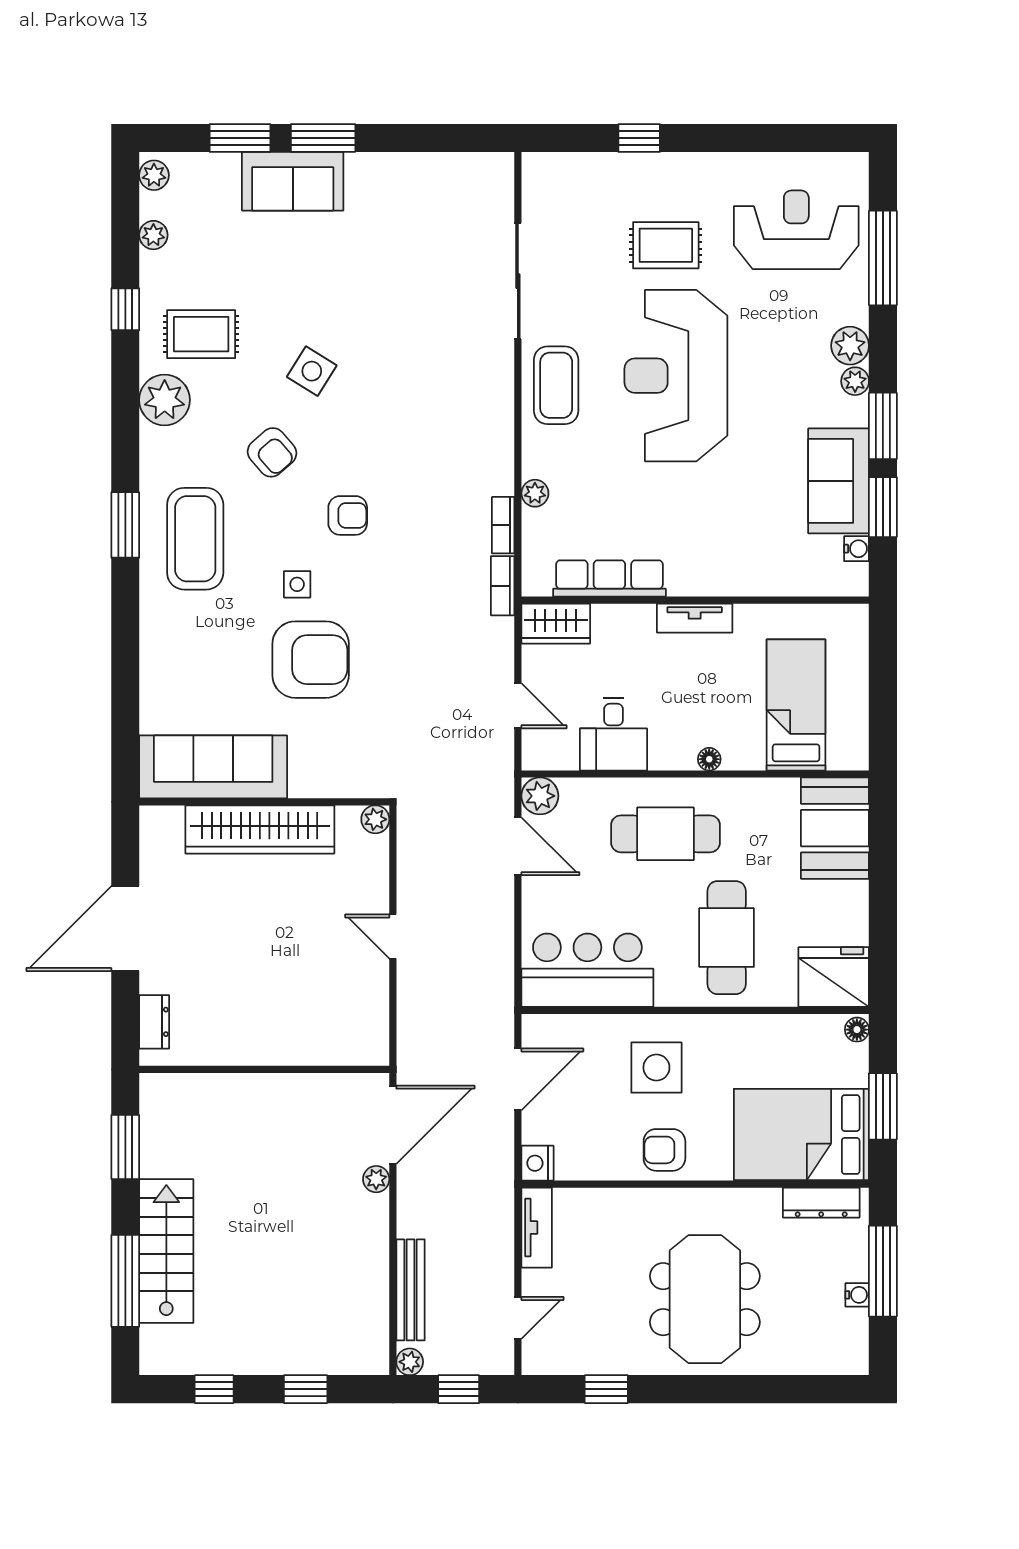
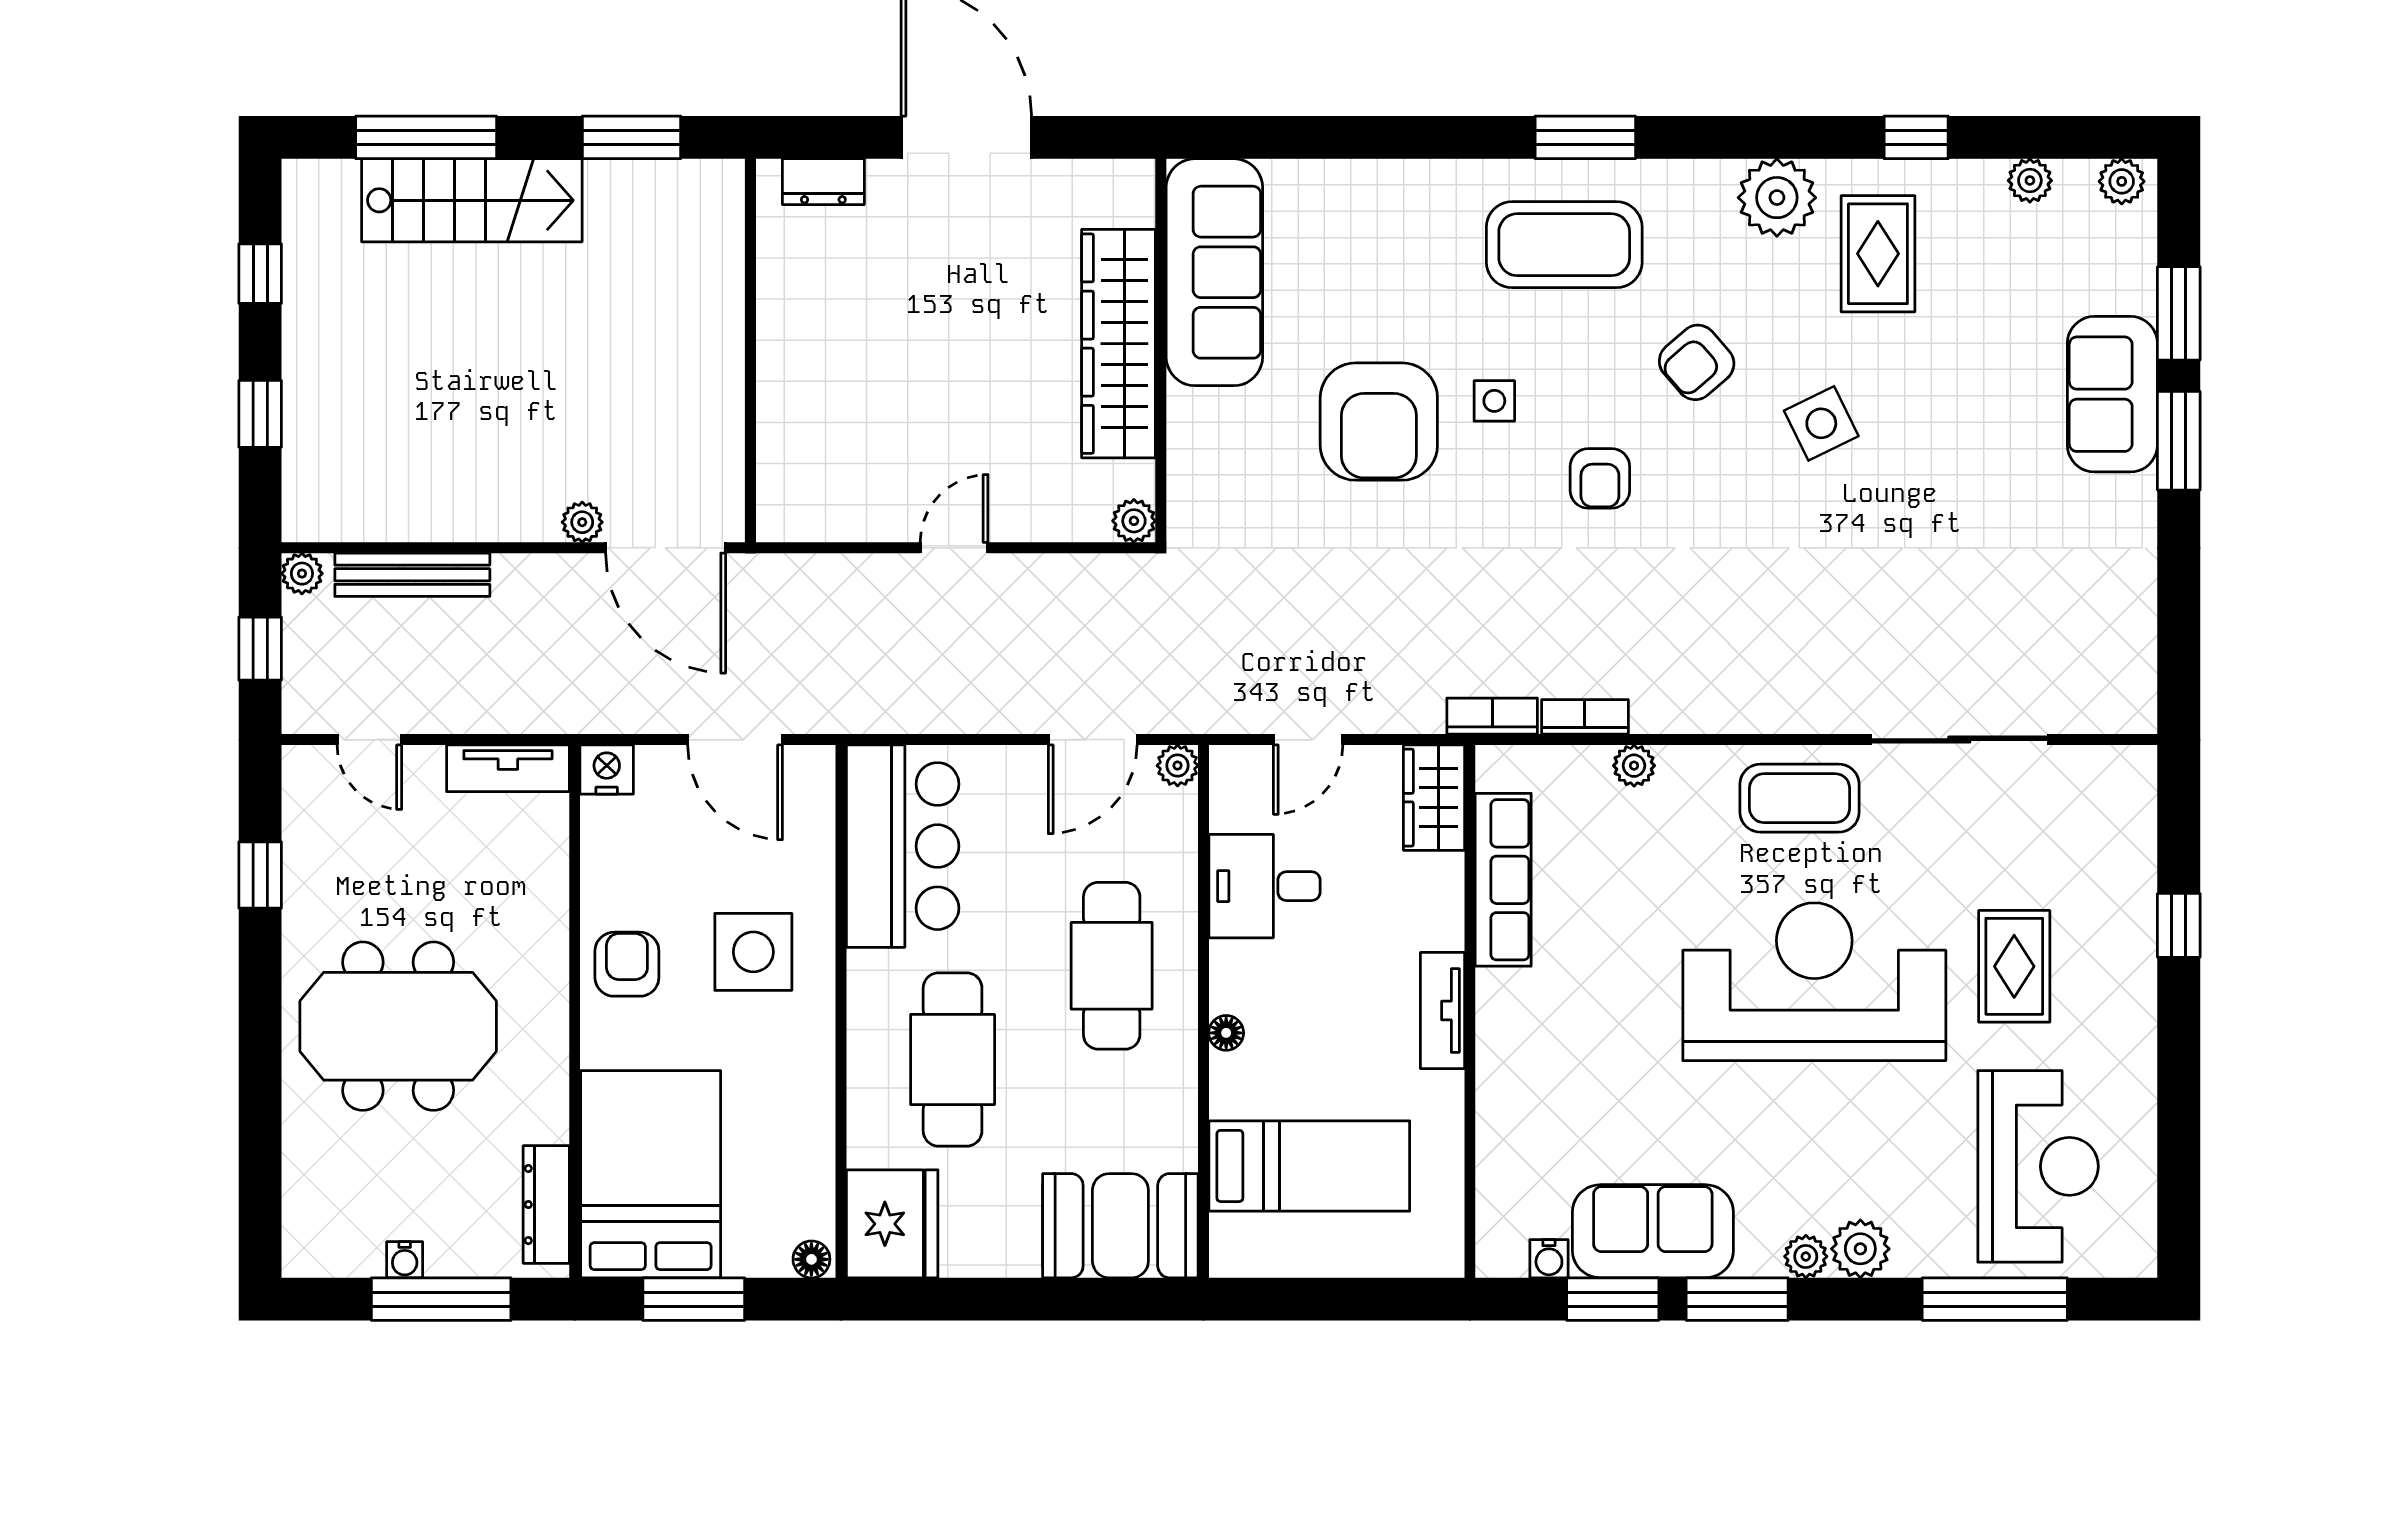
side table: (312, 371) -> (1821, 423), turned 32
plant: (540, 796) -> (1178, 766), width x0.73, depth x0.73
cafe table: (727, 938) -> (953, 1059), turned 90

